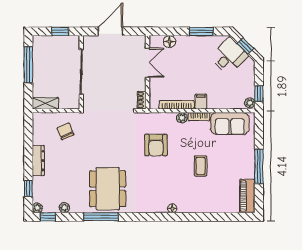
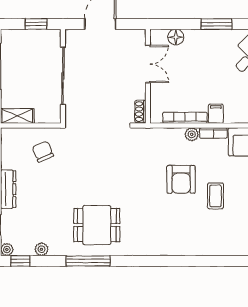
armchair: (156, 145) -> (181, 179), moved
dining table: (108, 189) -> (97, 225), width x0.73
floor lamp: (172, 208) -> (179, 250), removed

